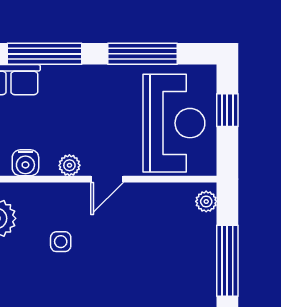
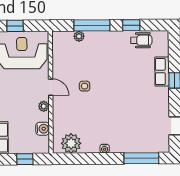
plant: (206, 201) -> (79, 36), moved
side table: (61, 242) -> (85, 86), moved

